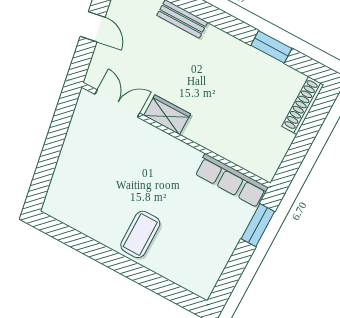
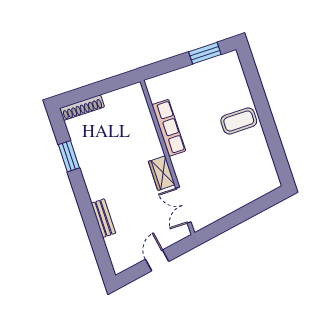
row of seats: (231, 181) -> (169, 128), moved
window: (258, 225) -> (205, 53), moved

